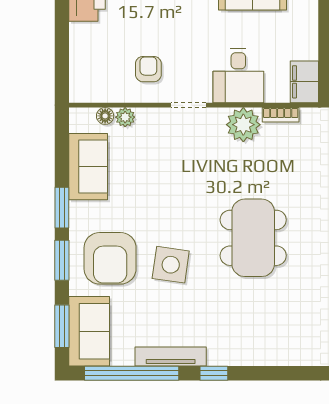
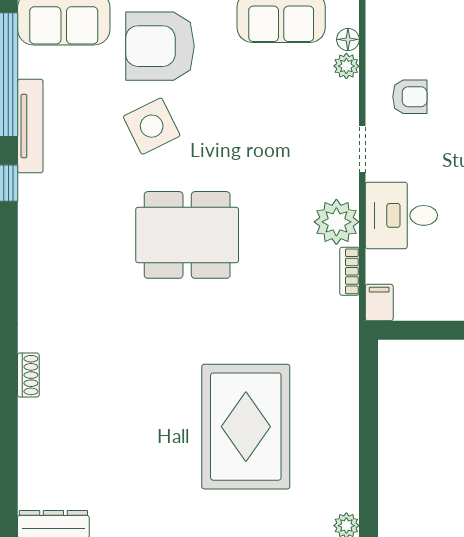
filing cabinet: (304, 82) -> (379, 302), width x0.50
side table: (171, 265) -> (152, 126), turned -34

